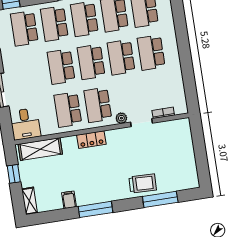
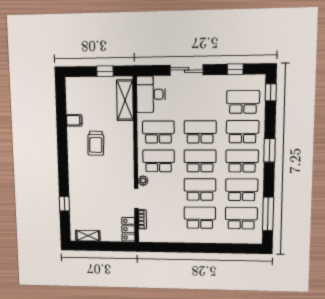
desk: (25, 124) -> (151, 94), width x1.37
locker: (91, 140) -> (128, 229), moved
trolley: (143, 183) -> (96, 143), moved
window: (160, 199) -> (64, 204), width x0.46
shelving: (30, 201) -> (88, 236), moved
window: (96, 209) -> (62, 144), removed

